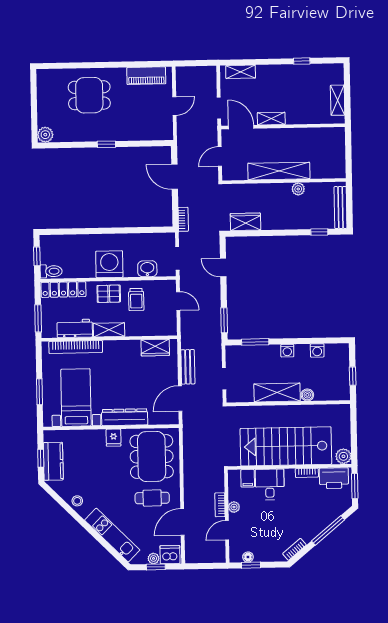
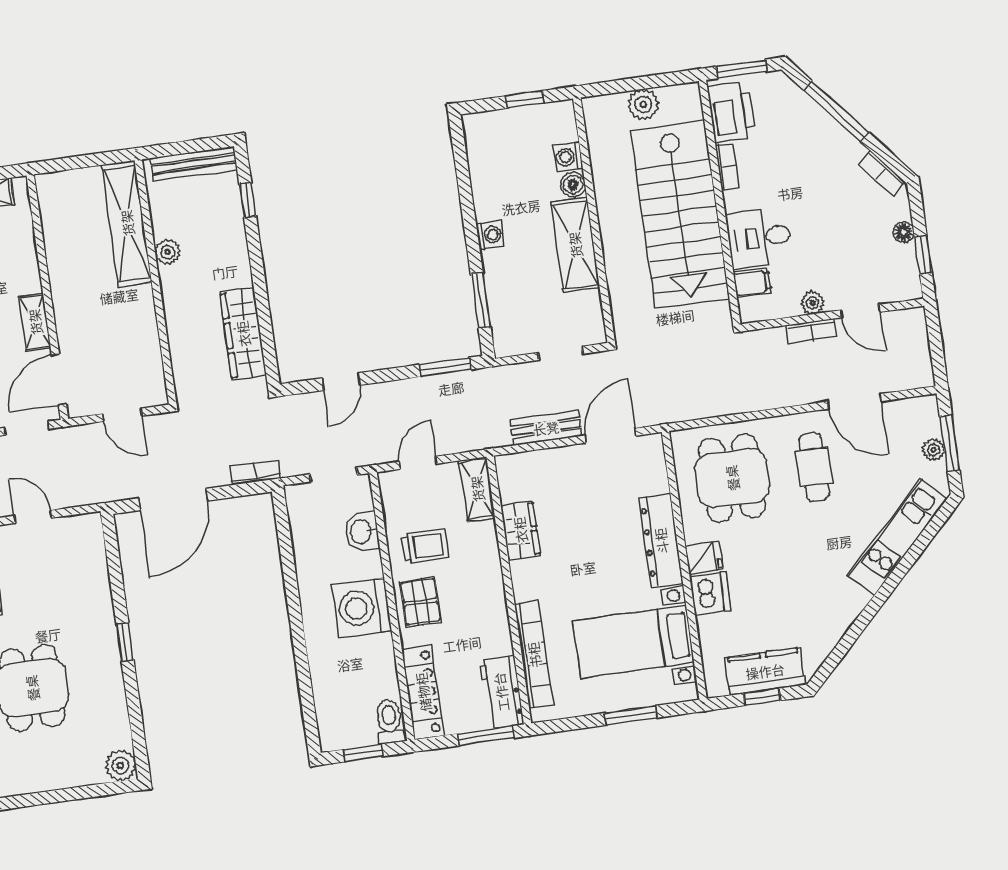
shelving: (279, 171) -> (127, 223), moved
door: (175, 177) -> (173, 499), width x1.36
wardrobe: (245, 222) -> (243, 334), width x1.50
workbench: (75, 328) -> (501, 692), moved
shelving: (109, 330) -> (477, 489), moved
wardrobe: (155, 348) -> (520, 530), moved
washing machine: (317, 350) -> (568, 157), moved, turned 180
door: (180, 399) -> (611, 436), swing flipped
dining table: (152, 456) -> (732, 478), width x0.73
plant: (343, 456) -> (643, 104), moved
stool: (77, 501) -> (838, 615), removed
dishwasher: (170, 555) -> (710, 593), moved, turned 180
floor lamp: (248, 557) -> (904, 232), moved
window: (156, 567) -> (950, 443), width x1.50

